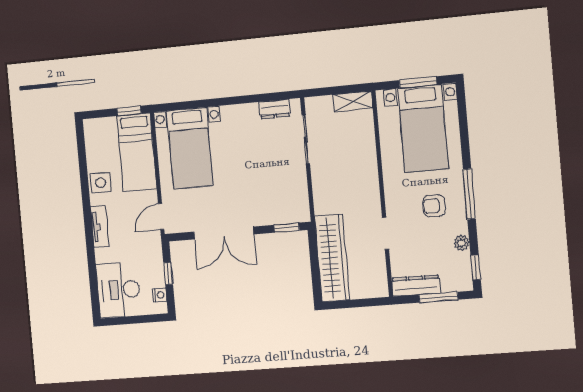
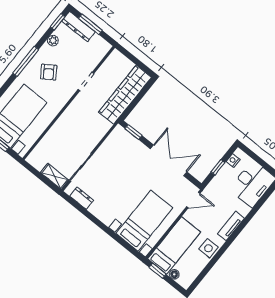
shelving: (353, 101) -> (55, 176), moved
floor lamp: (109, 124) -> (174, 274), added
armchair: (434, 206) -> (49, 72), turned 56
dresser: (416, 286) -> (78, 27), moved

